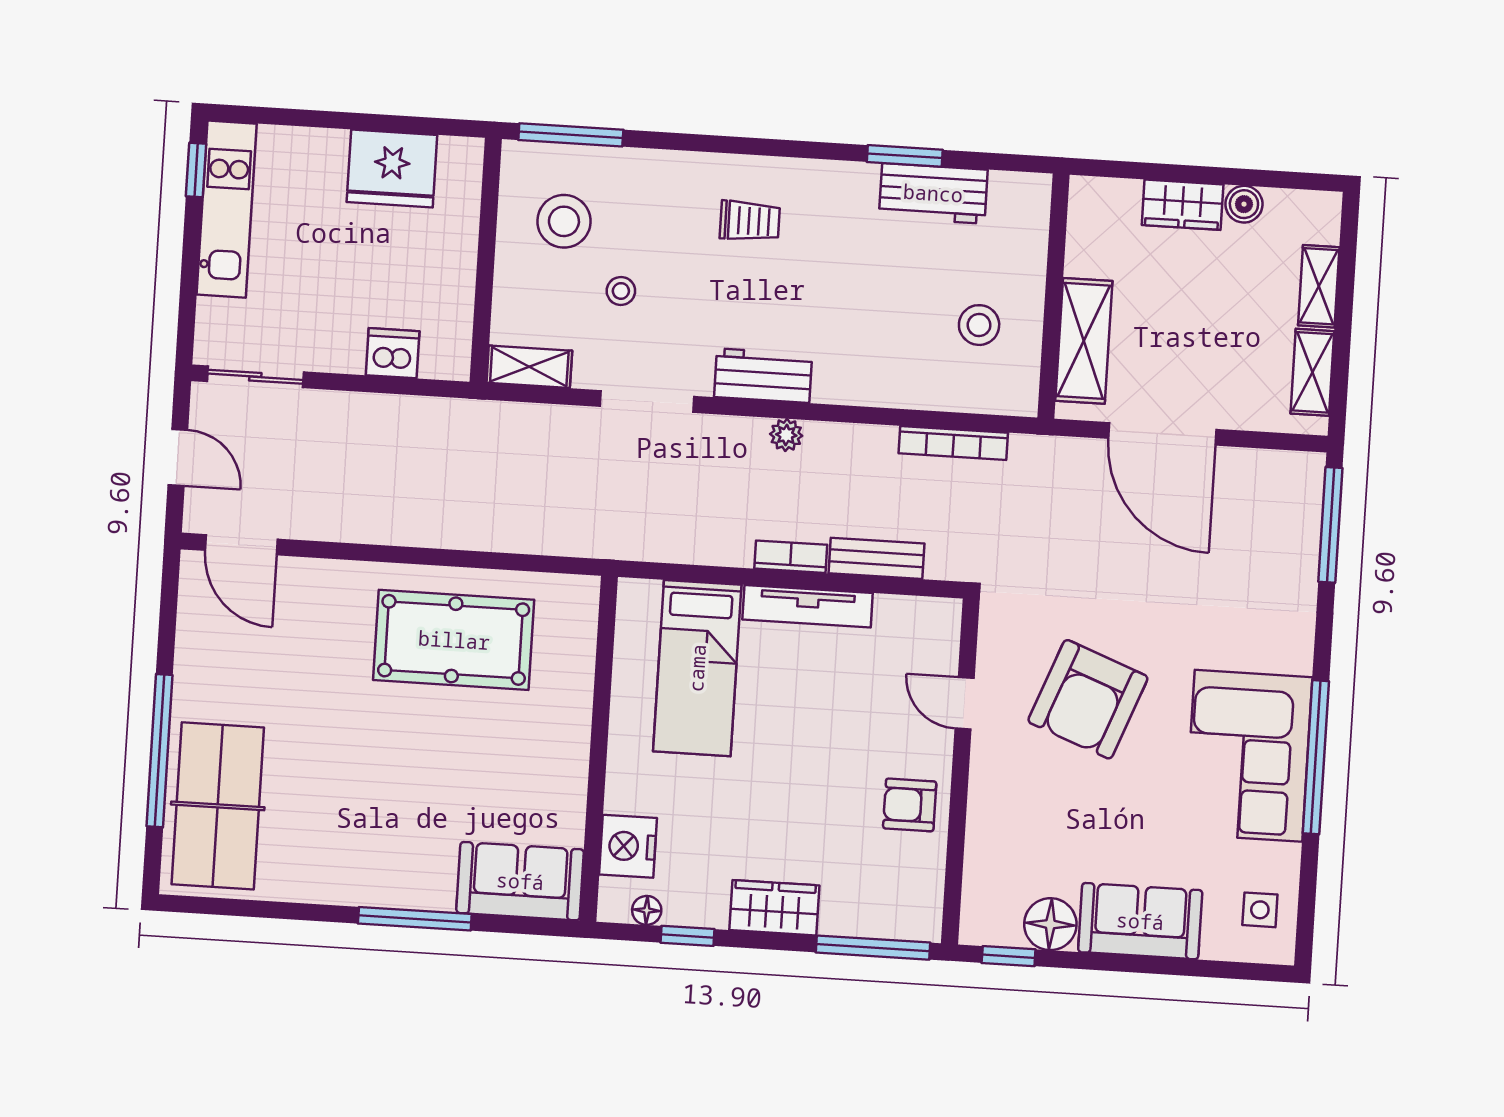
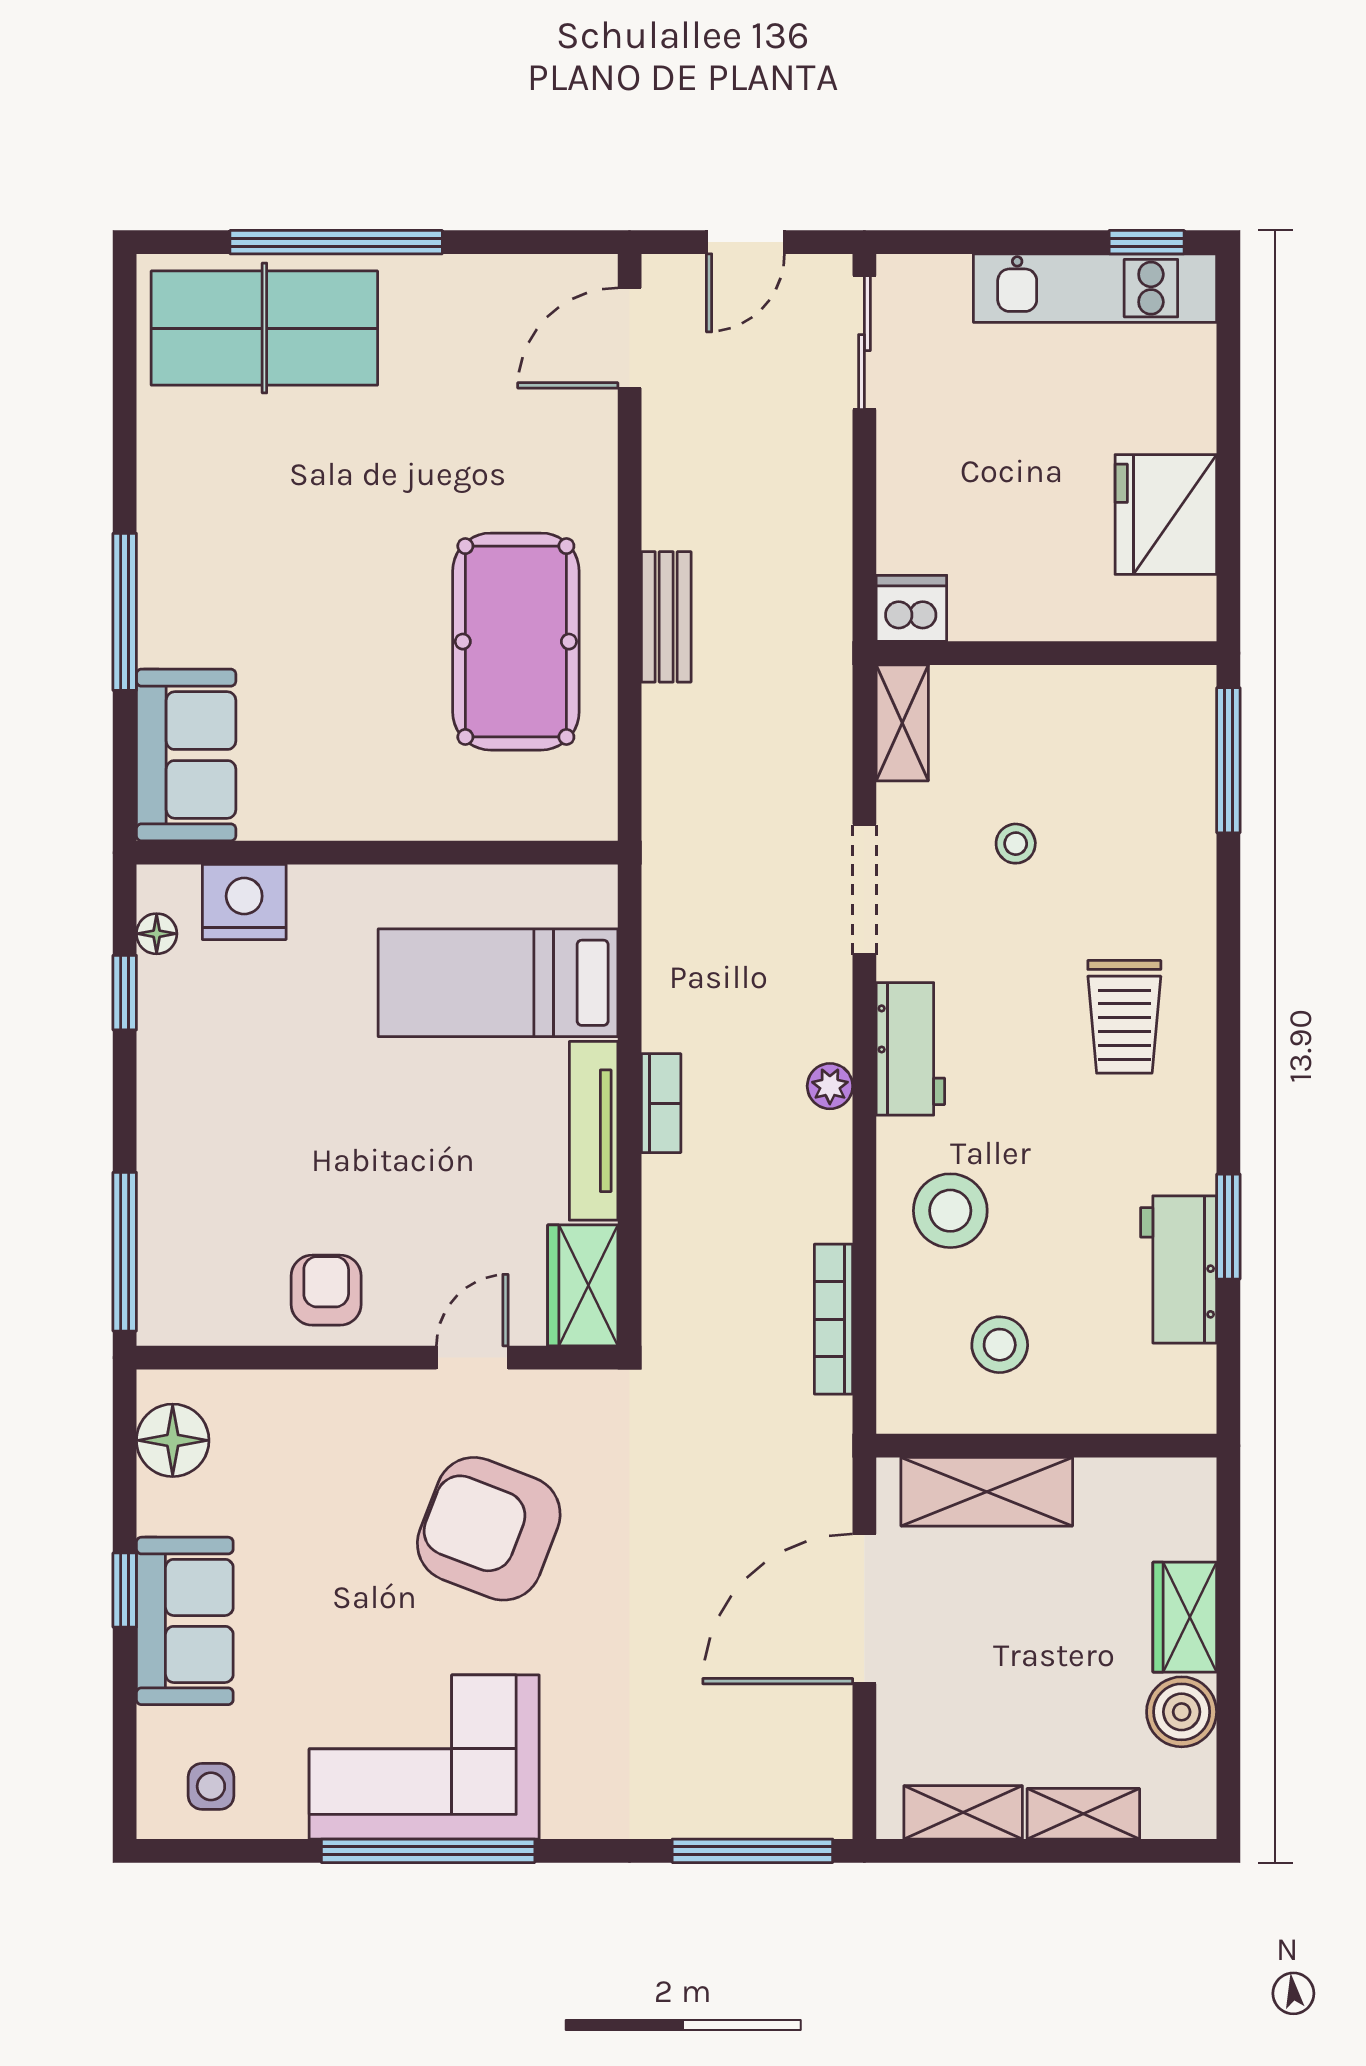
boiler: (1244, 204) -> (1182, 1712), width x1.36, depth x1.36
stool: (564, 221) -> (950, 1211), moved
trolley: (750, 221) -> (1124, 1017), width x1.36, depth x1.39
dishwasher: (393, 353) -> (911, 608), moved, turned -90
bench: (876, 558) -> (666, 617), moved
wardrobe: (774, 908) -> (583, 1285), moved, turned 180
floor lamp: (1050, 924) -> (173, 1440), moved
window: (1009, 956) -> (125, 1590), moved

